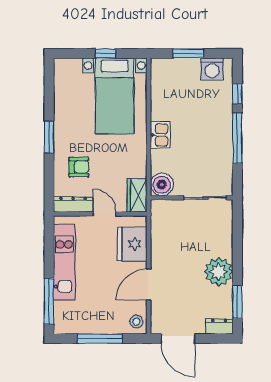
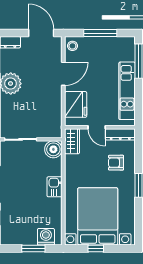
washing machine: (212, 69) -> (46, 237), moved
bed with nightstands: (115, 96) -> (98, 216), width x1.36

